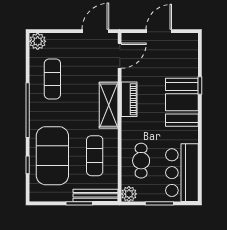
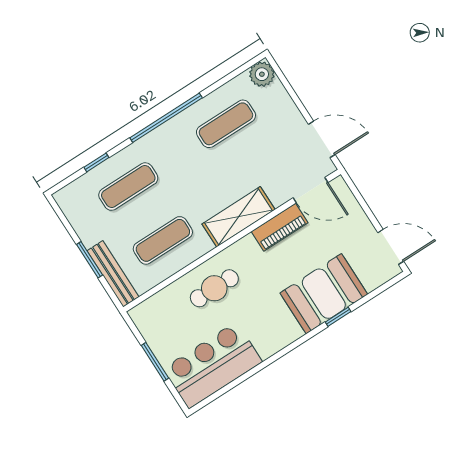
door: (159, 31) -> (391, 247), moved
piano: (129, 99) -> (280, 227), moved
booth: (182, 102) -> (324, 294), moved
exercise mat: (52, 156) -> (128, 187), width x0.50, depth x0.69
cafe table: (141, 161) -> (214, 288), moved
plant: (129, 194) -> (142, 315), removed

